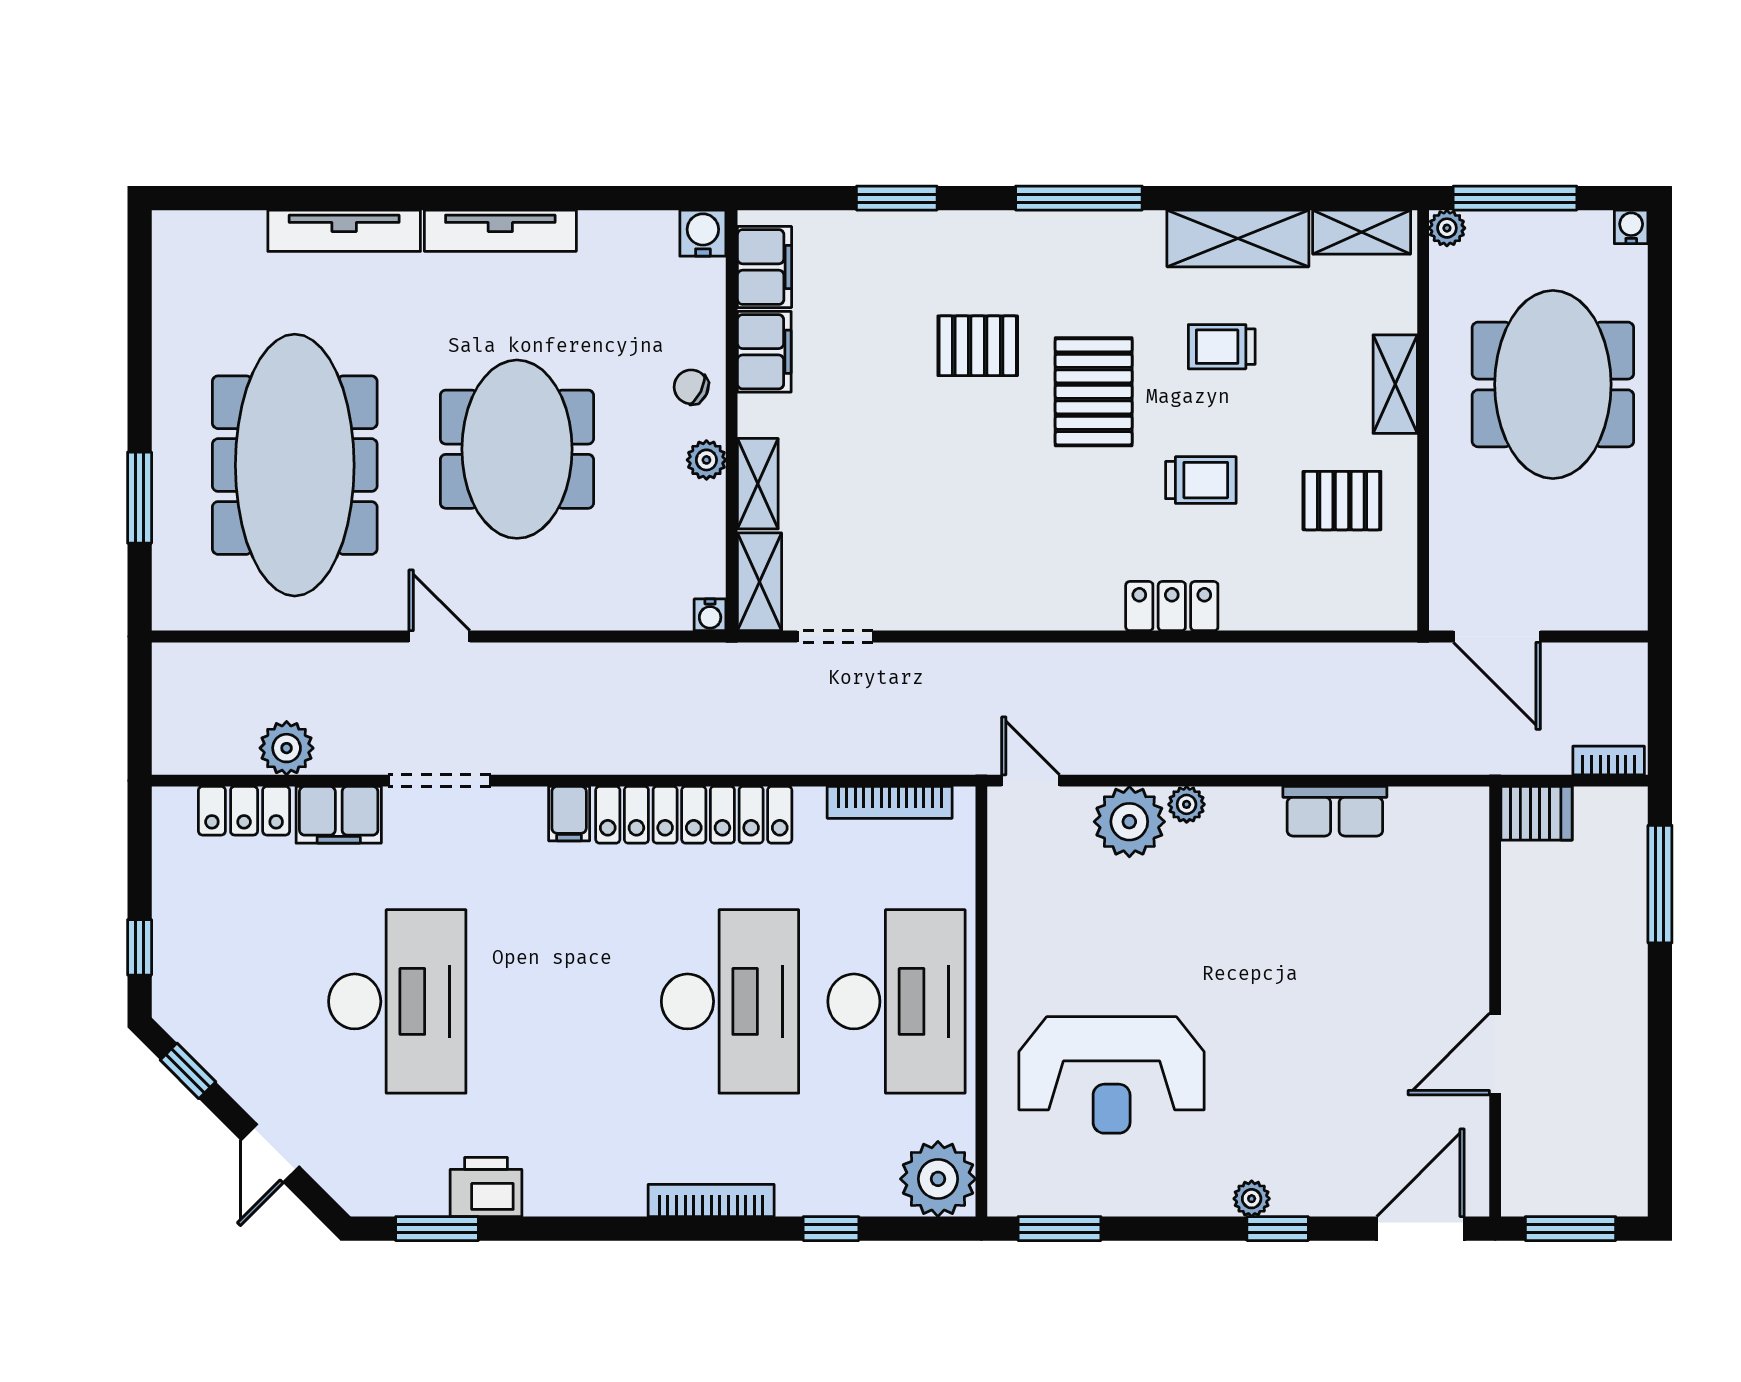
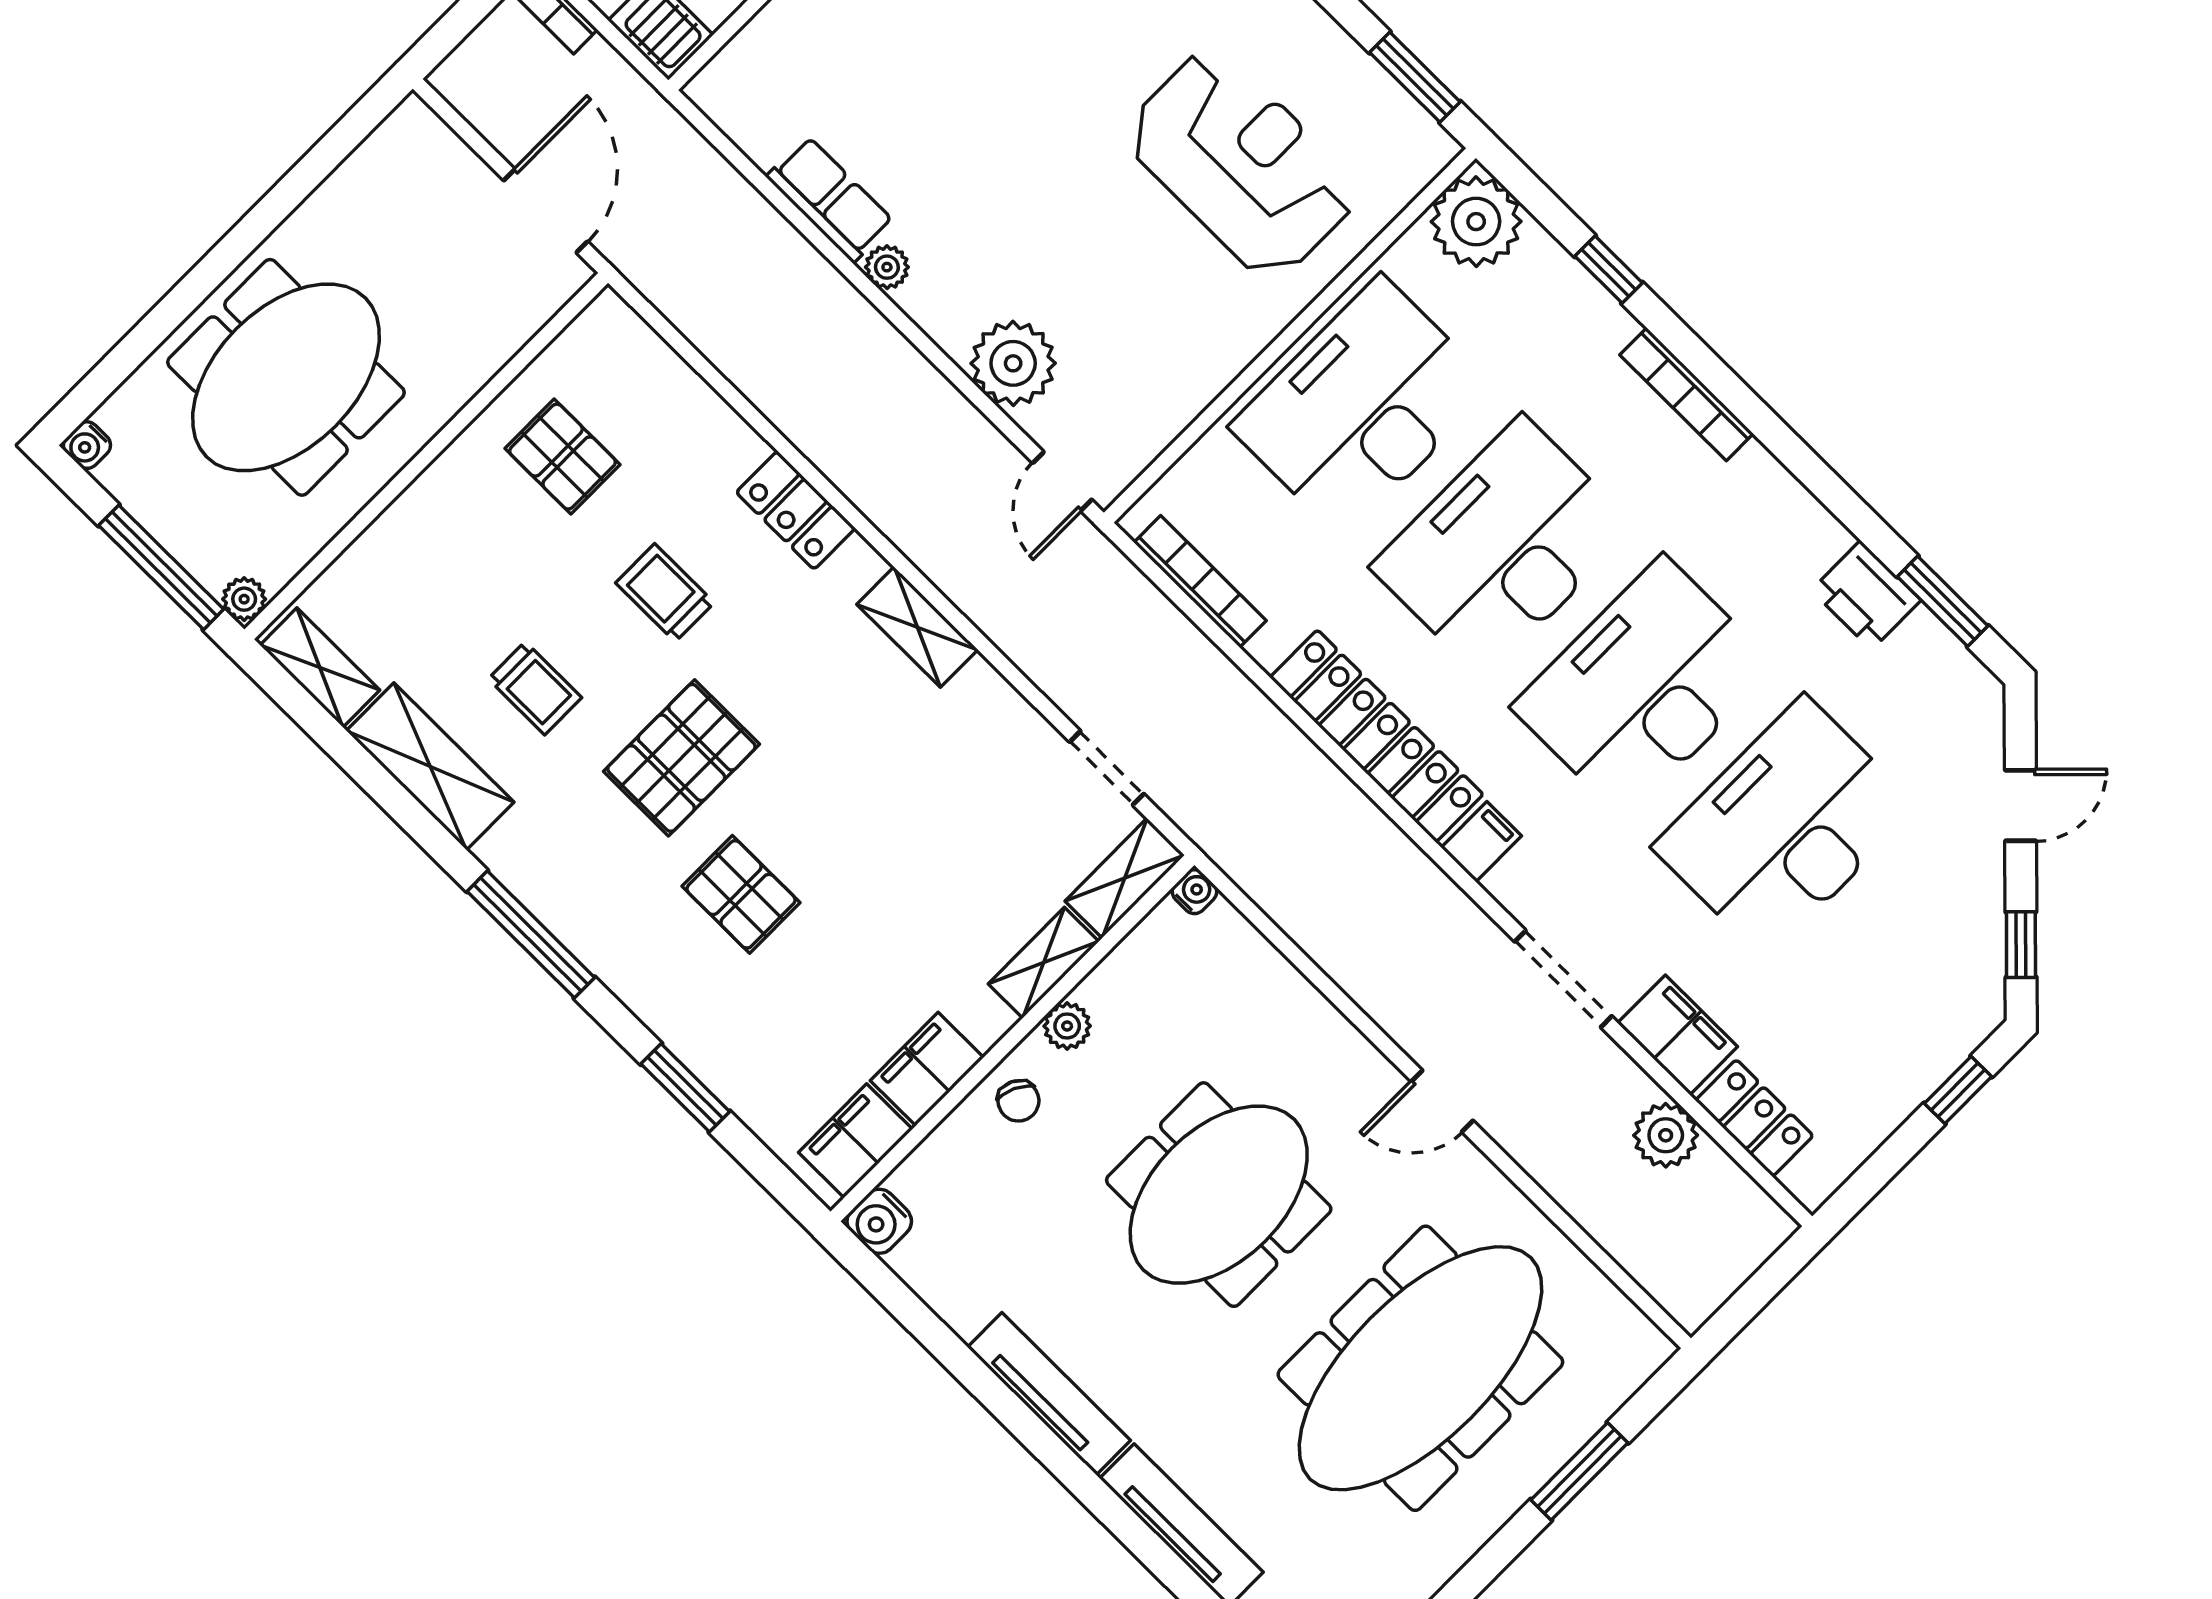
shelving: (1395, 384) -> (917, 627), moved, turned 90
door: (439, 637) -> (1442, 1101), hinge flipped
plant: (1187, 804) -> (887, 267), moved
desk: (564, 1001) -> (1644, 687), added

